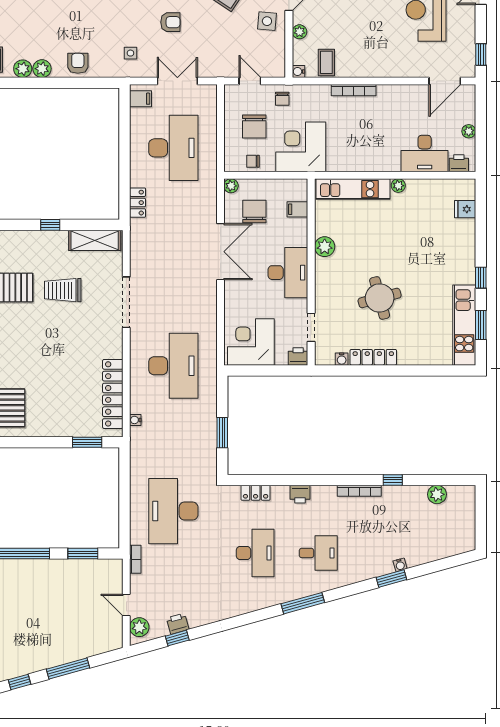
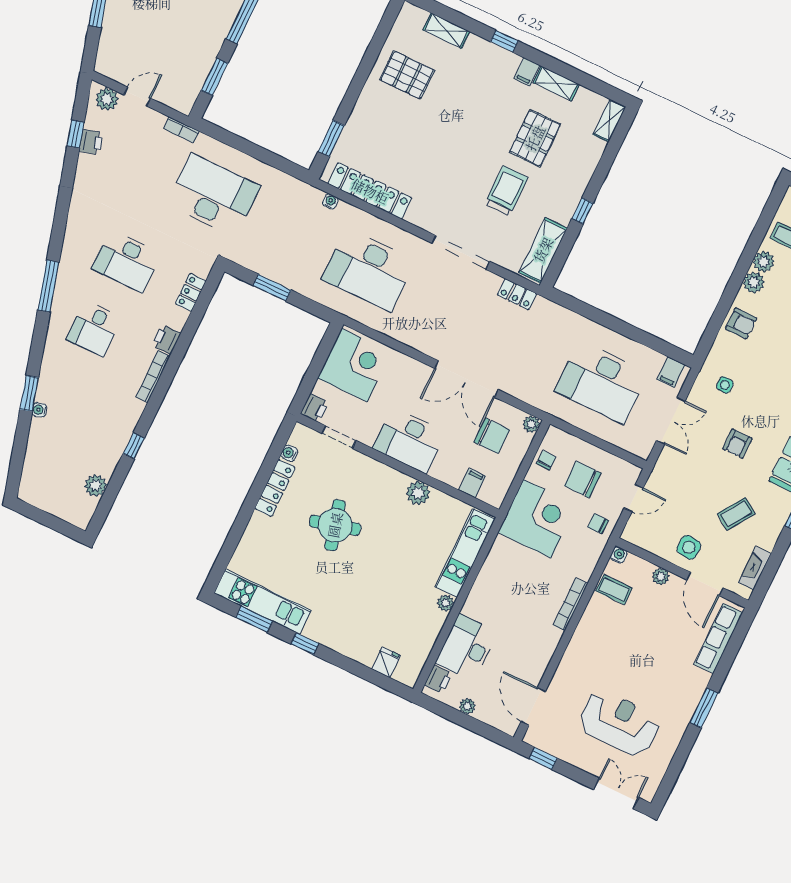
locker: (138, 203) -> (517, 294), moved
bookcase: (359, 491) -> (153, 377), moved

